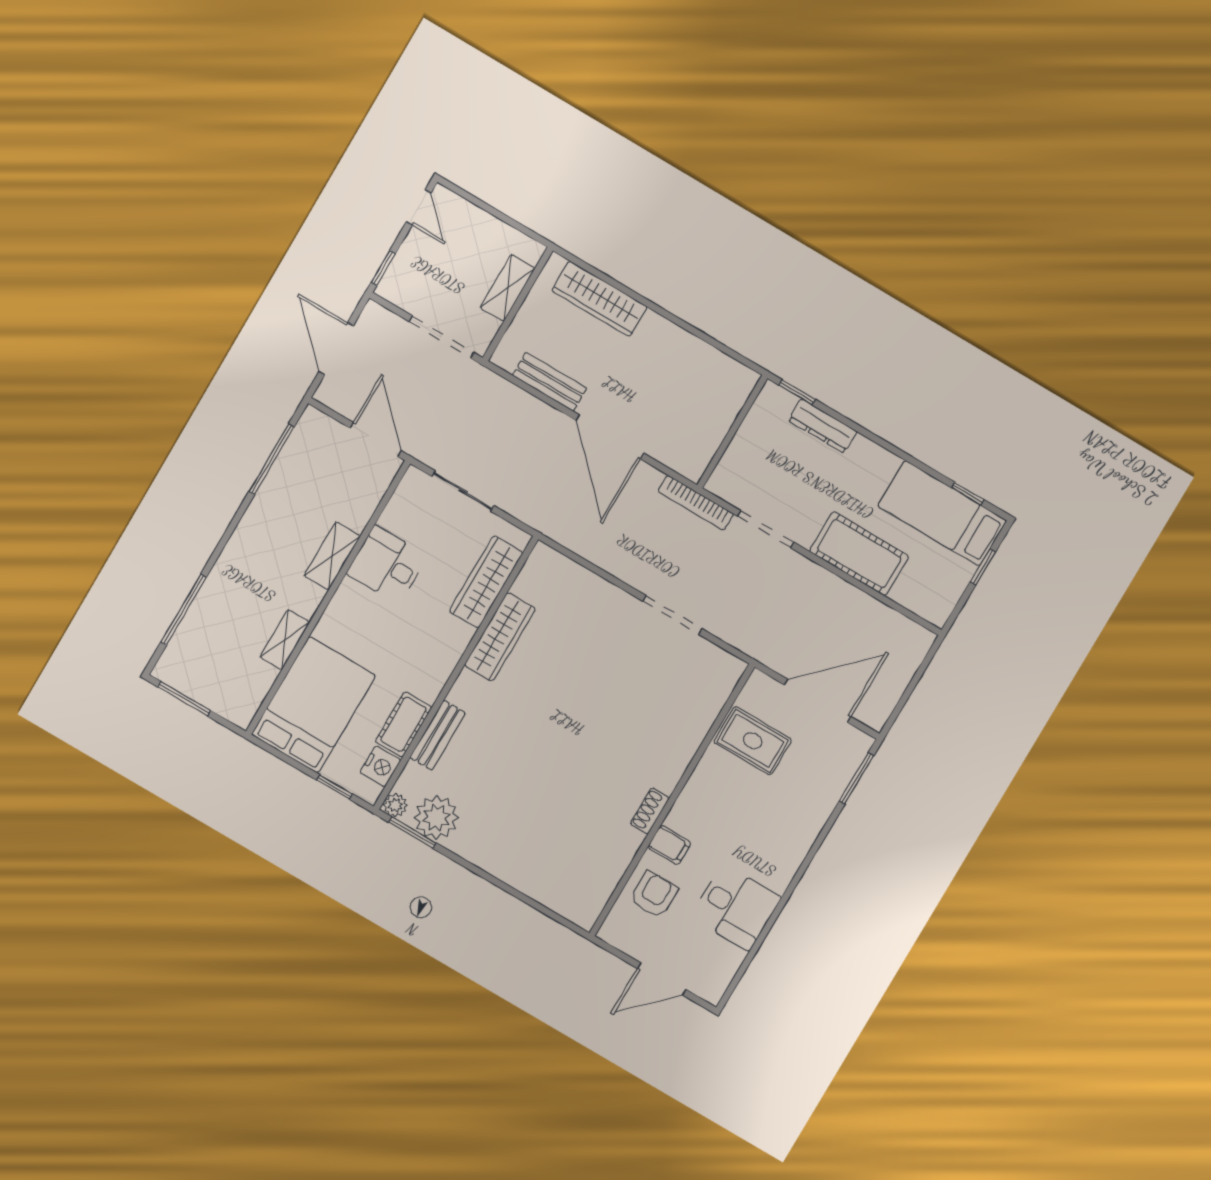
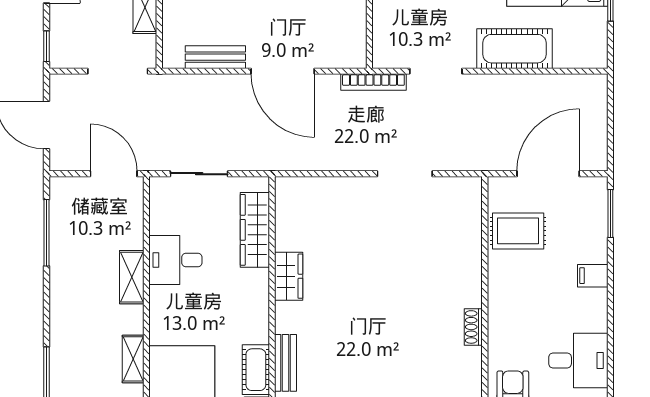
wardrobe: (500, 637) -> (289, 276), width x0.67
filing cabinet: (669, 845) -> (593, 276), moved, turned 180

